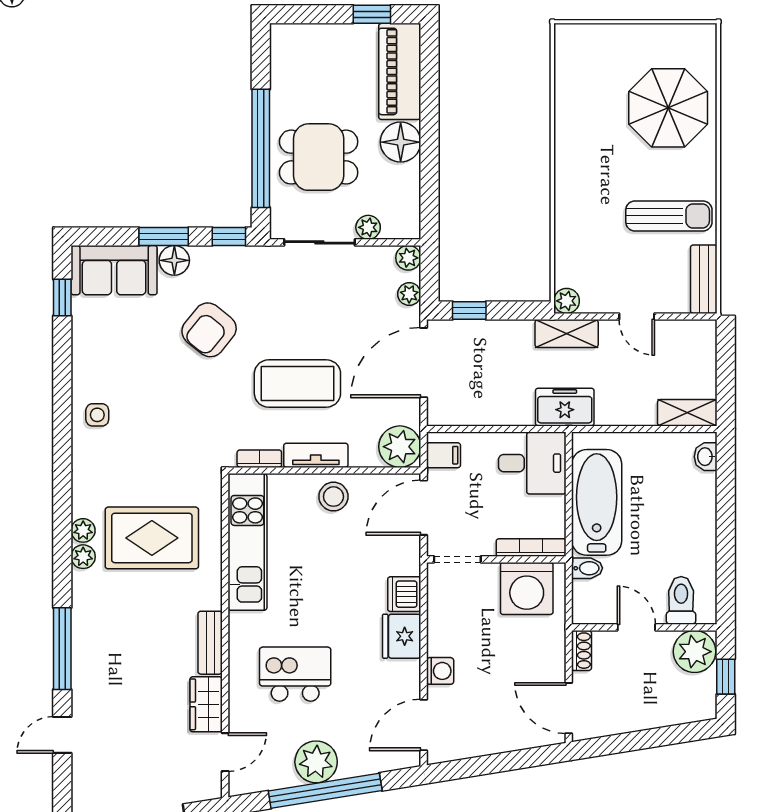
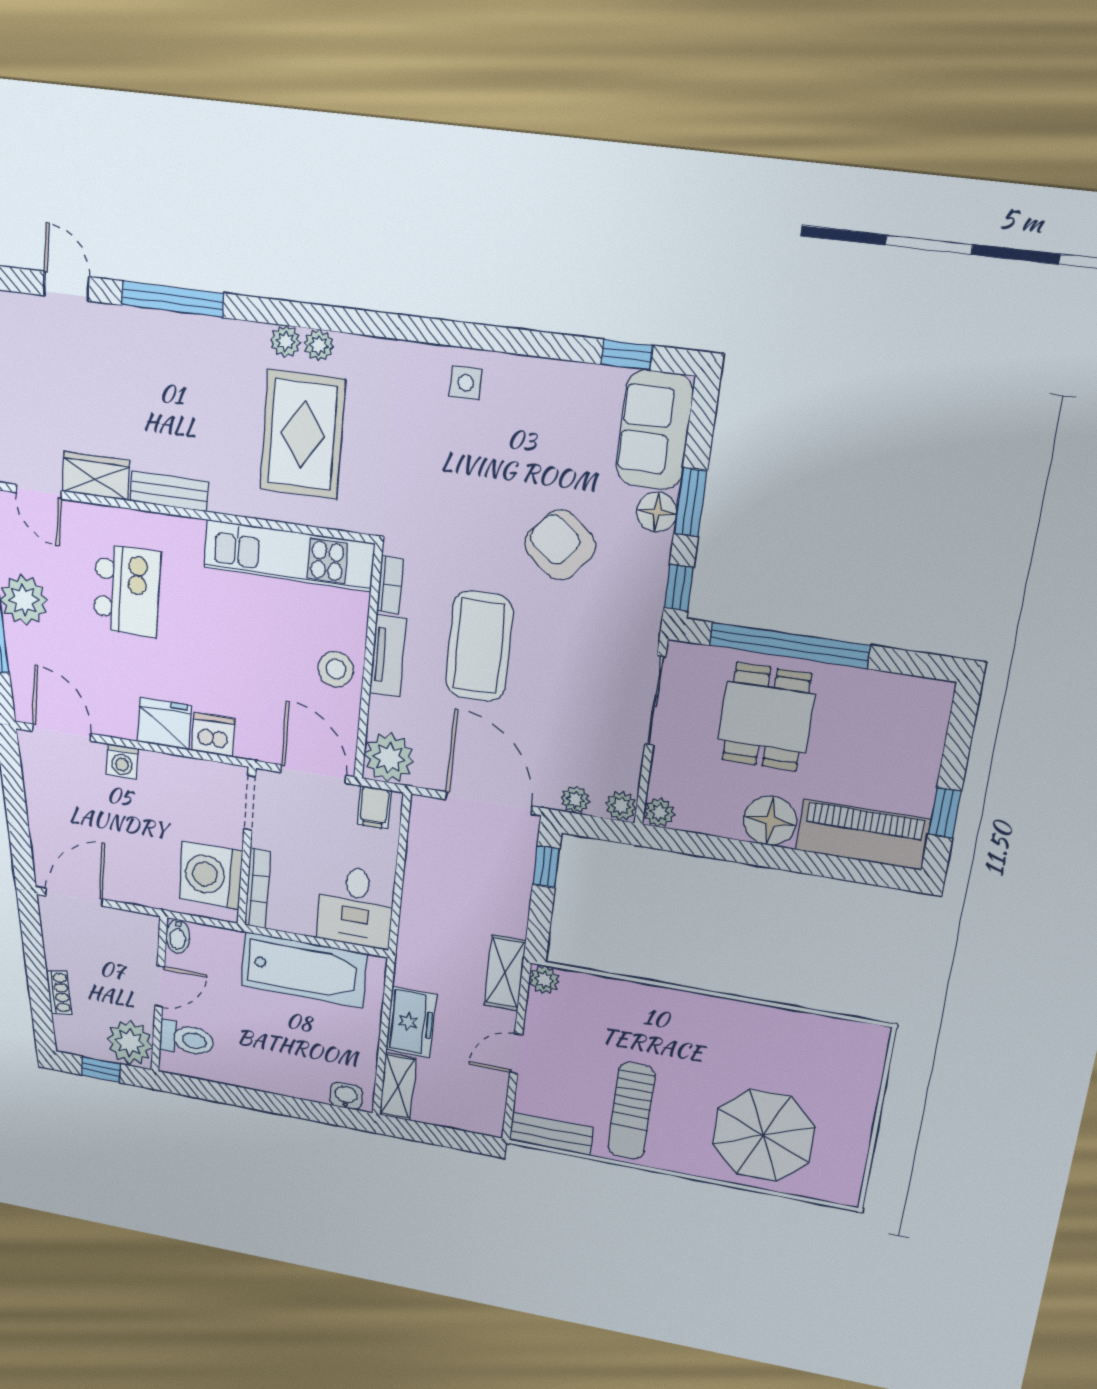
plant: (368, 227) -> (659, 813), moved
freezer: (565, 407) -> (411, 1022), moved
bidet: (587, 568) -> (178, 936), moved
shoe rack: (582, 651) -> (59, 993), moved, turned -99

